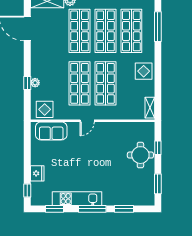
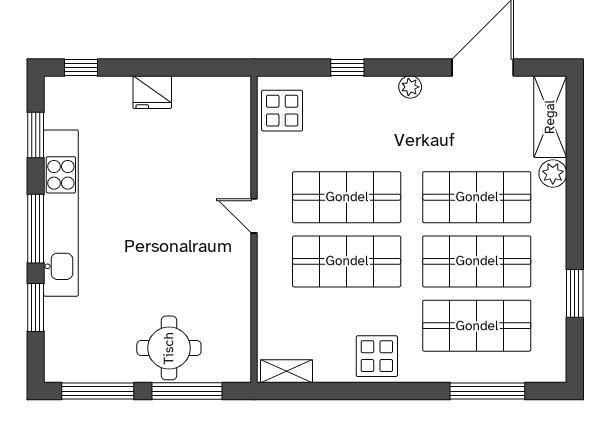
plant: (35, 83) -> (410, 87), moved
sofa: (51, 131) -> (229, 127), removed
window: (158, 148) -> (187, 391), width x2.17
fridge: (37, 173) -> (152, 92), moved
window: (158, 184) -> (98, 391), width x1.44
kitchen unit: (77, 199) -> (61, 213), width x1.36

